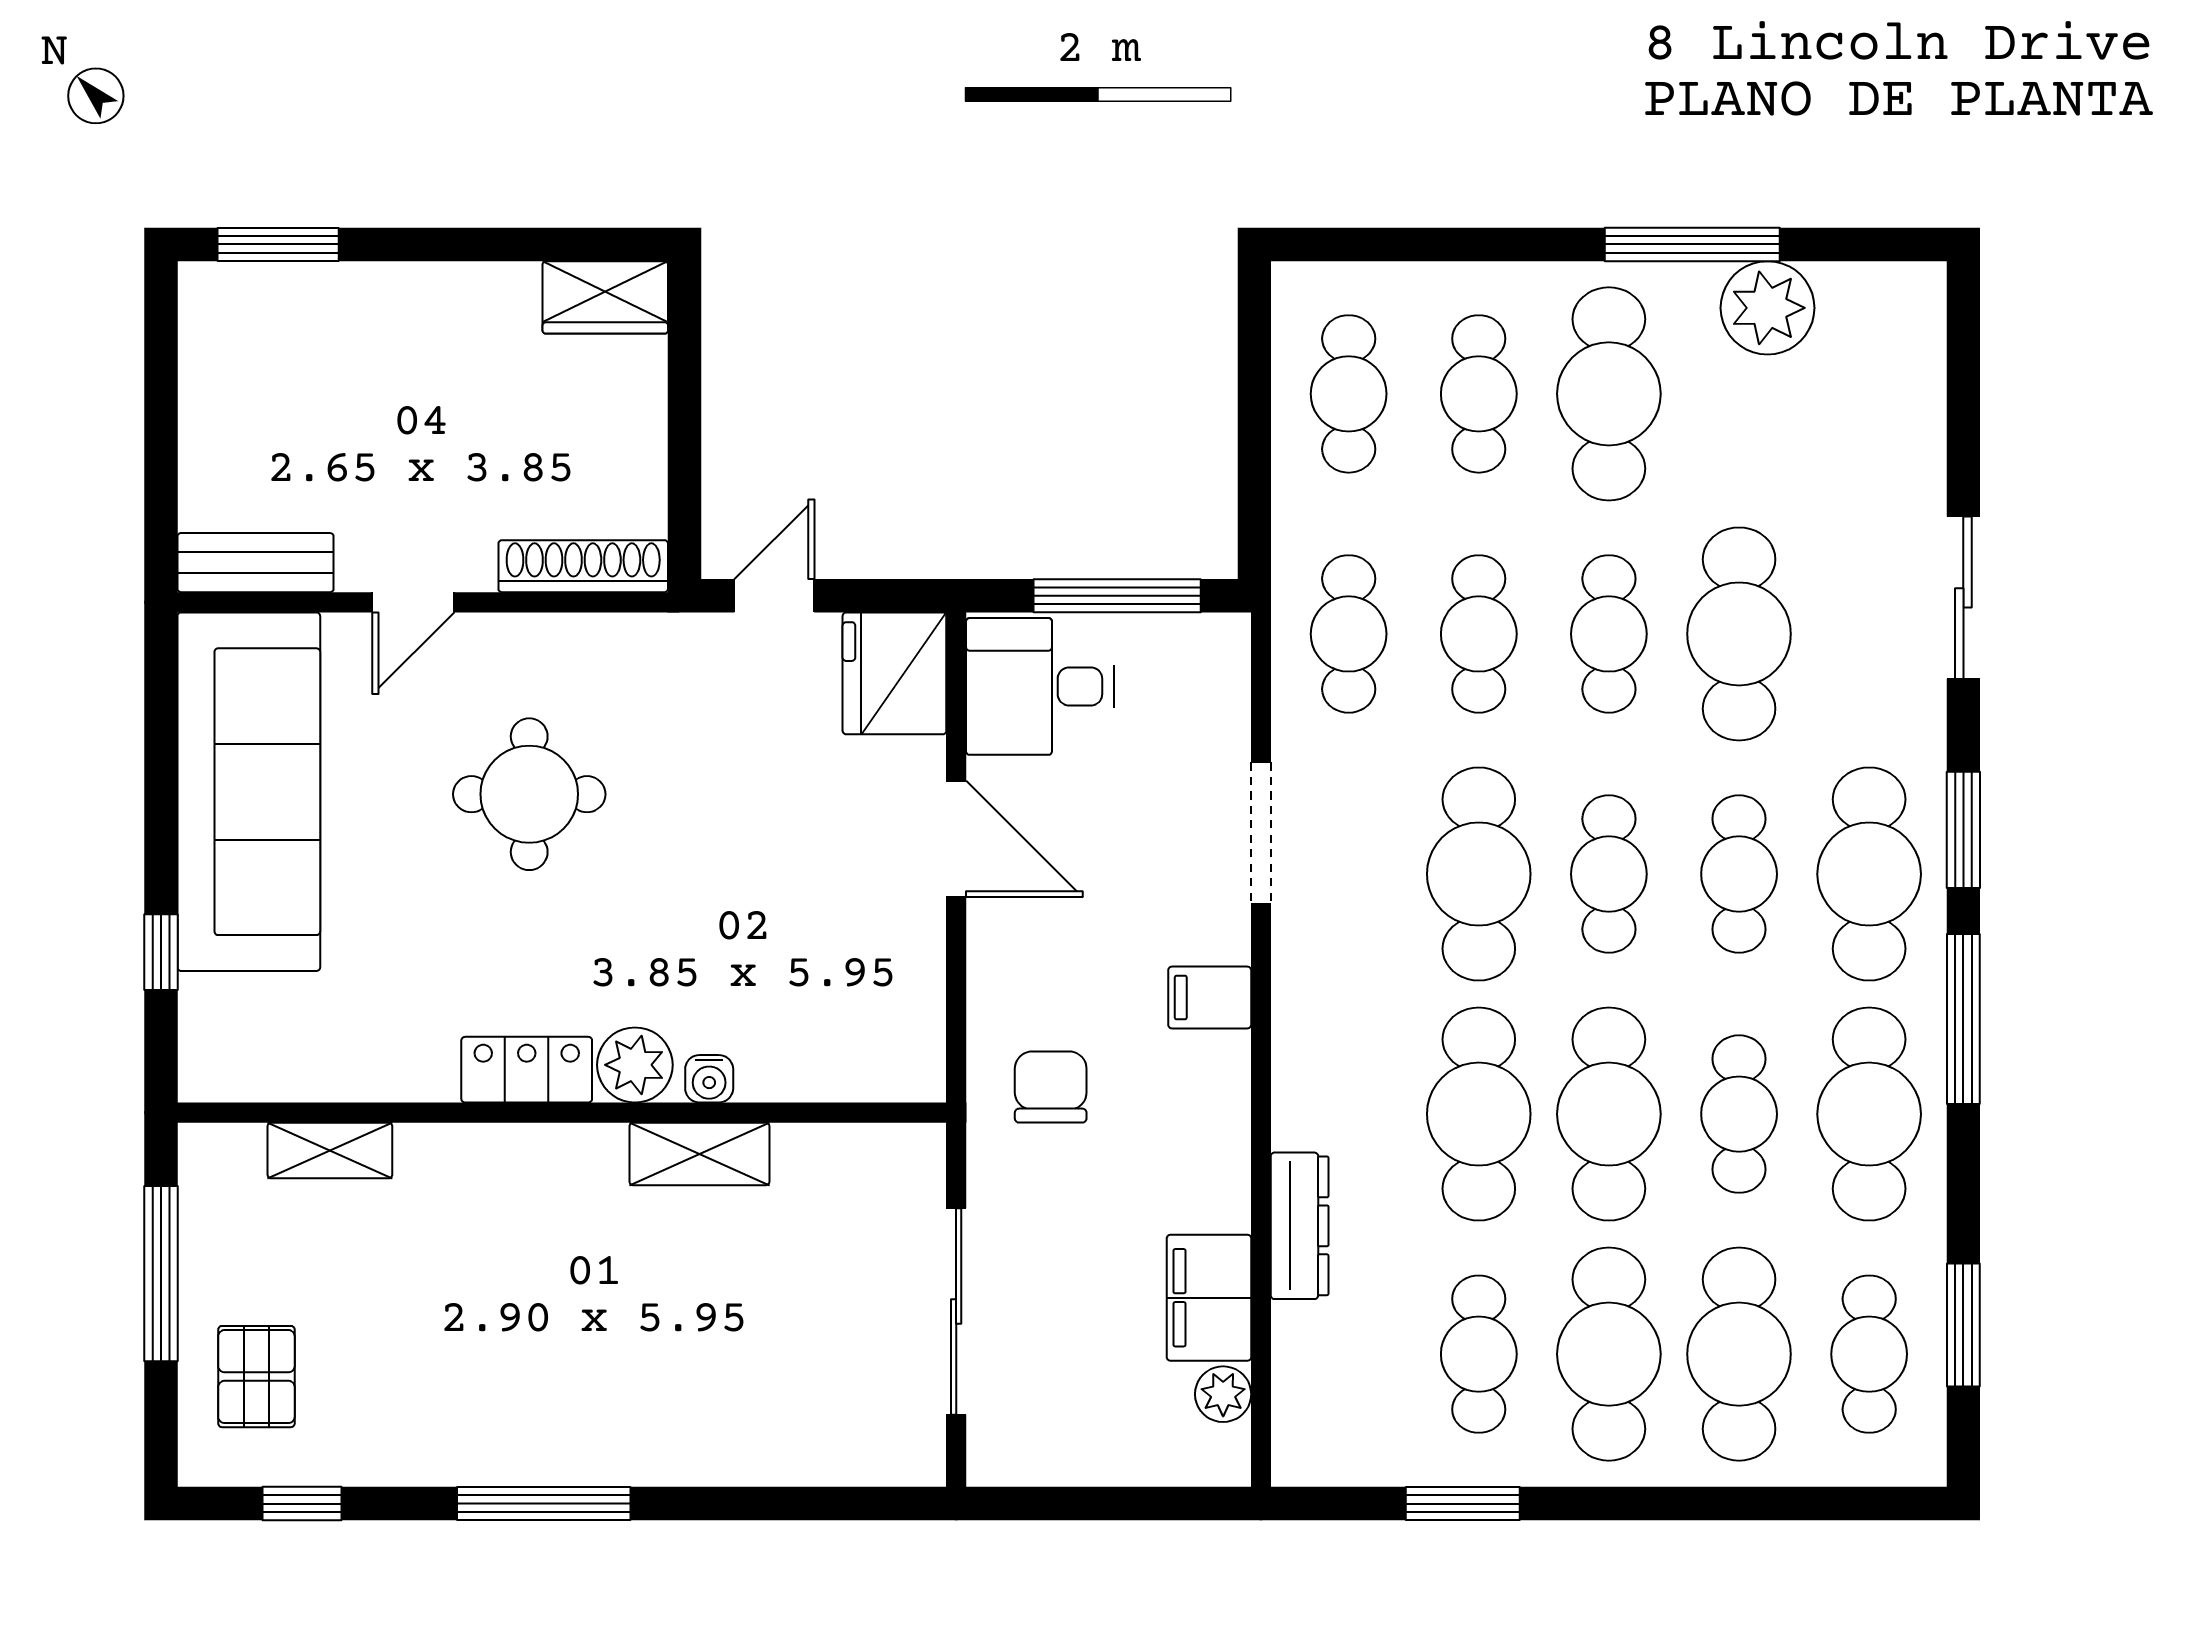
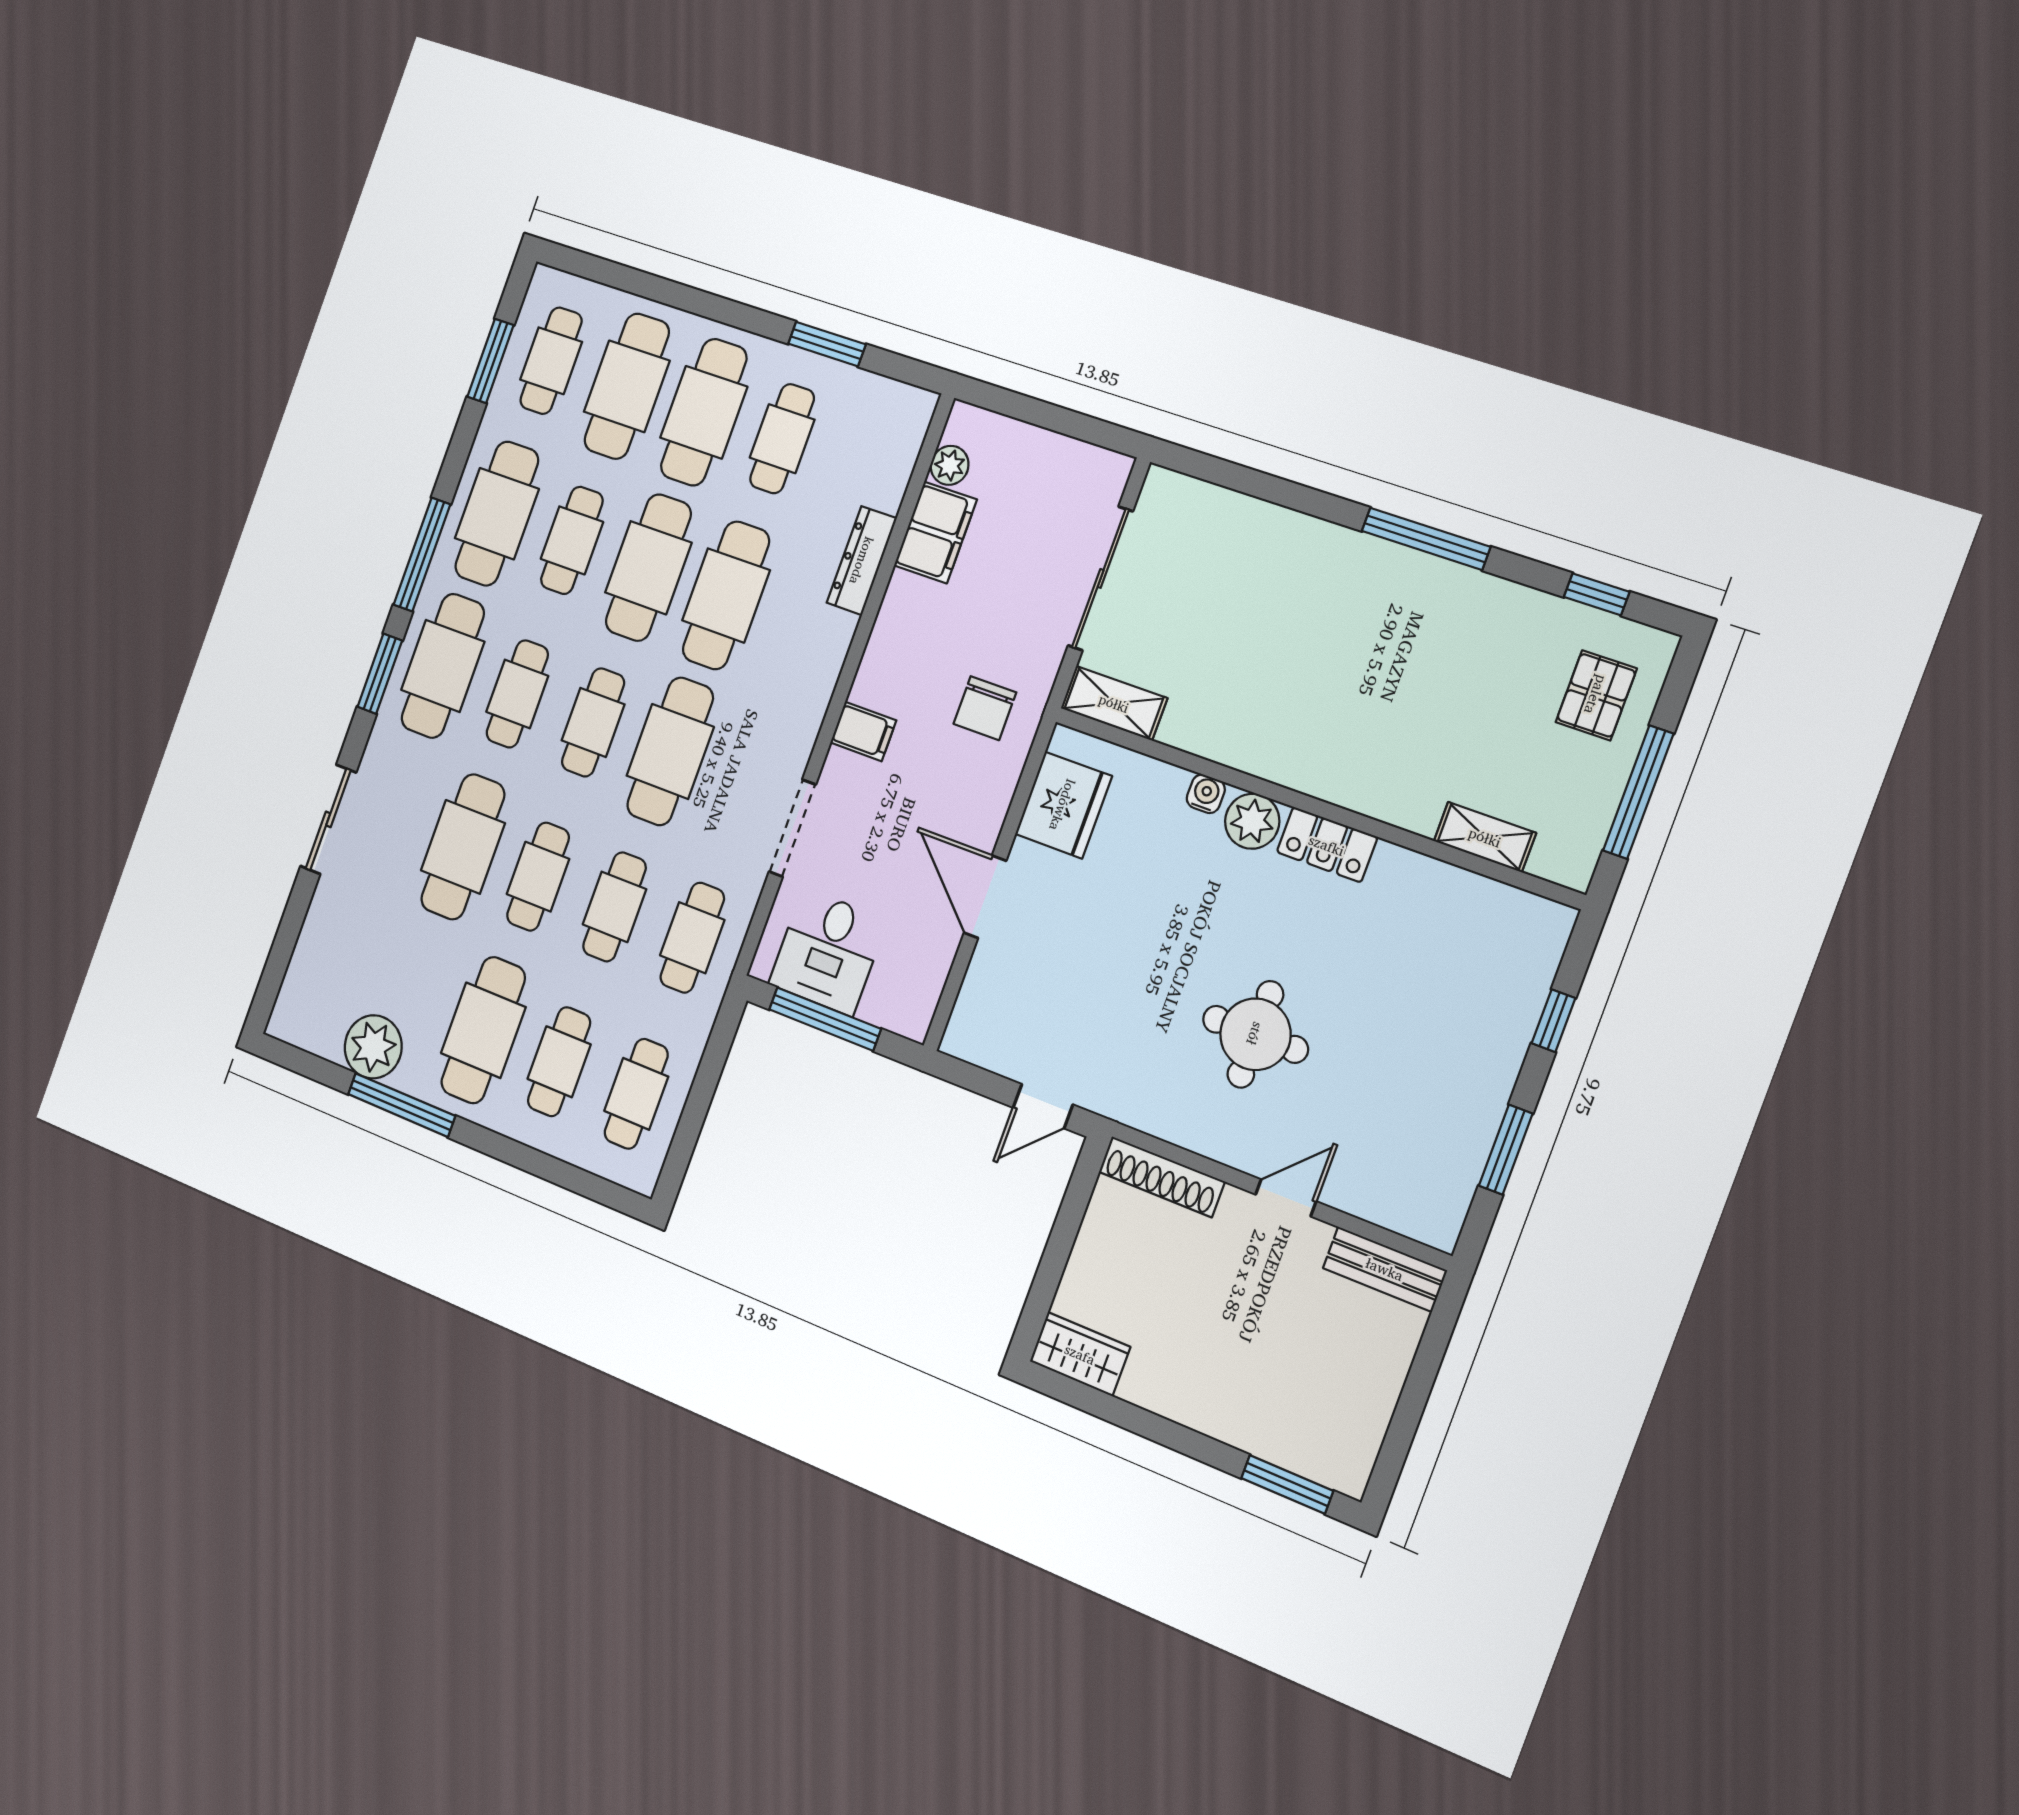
fridge: (894, 673) -> (1063, 805), moved
desk: (1040, 686) -> (828, 952), moved, turned 90
window: (161, 770) -> (1506, 1150), added
sofa: (249, 792) -> (1449, 1110), removed
shelving: (699, 1154) -> (1114, 703), moved

